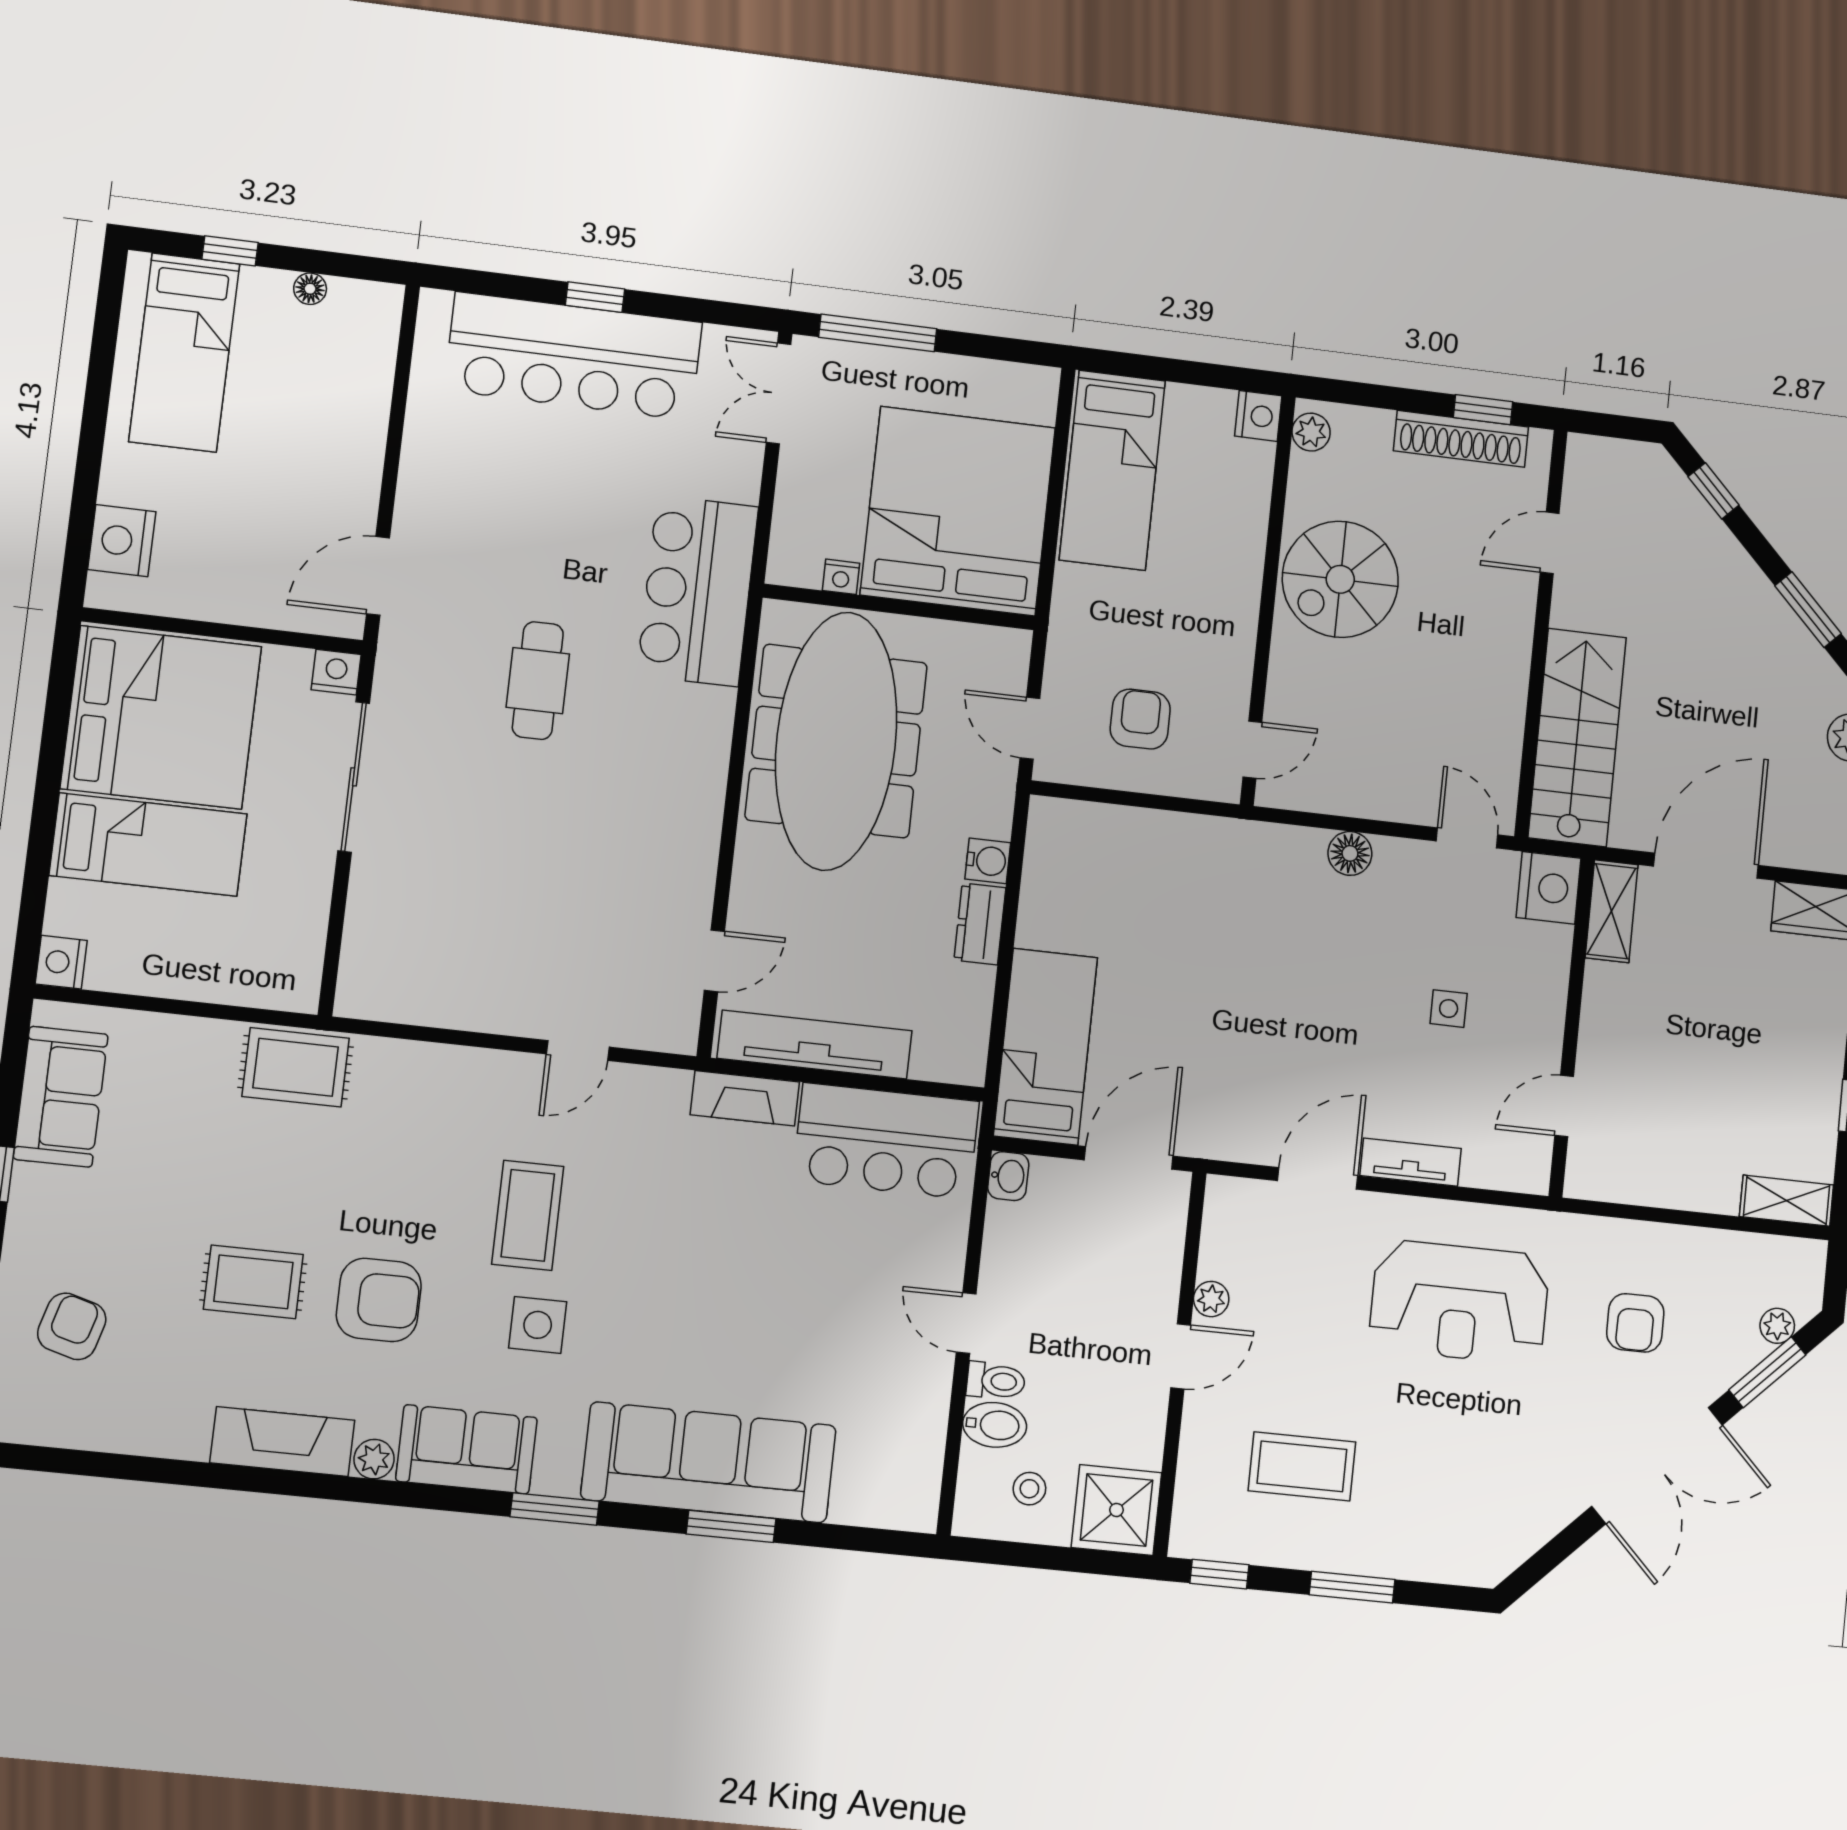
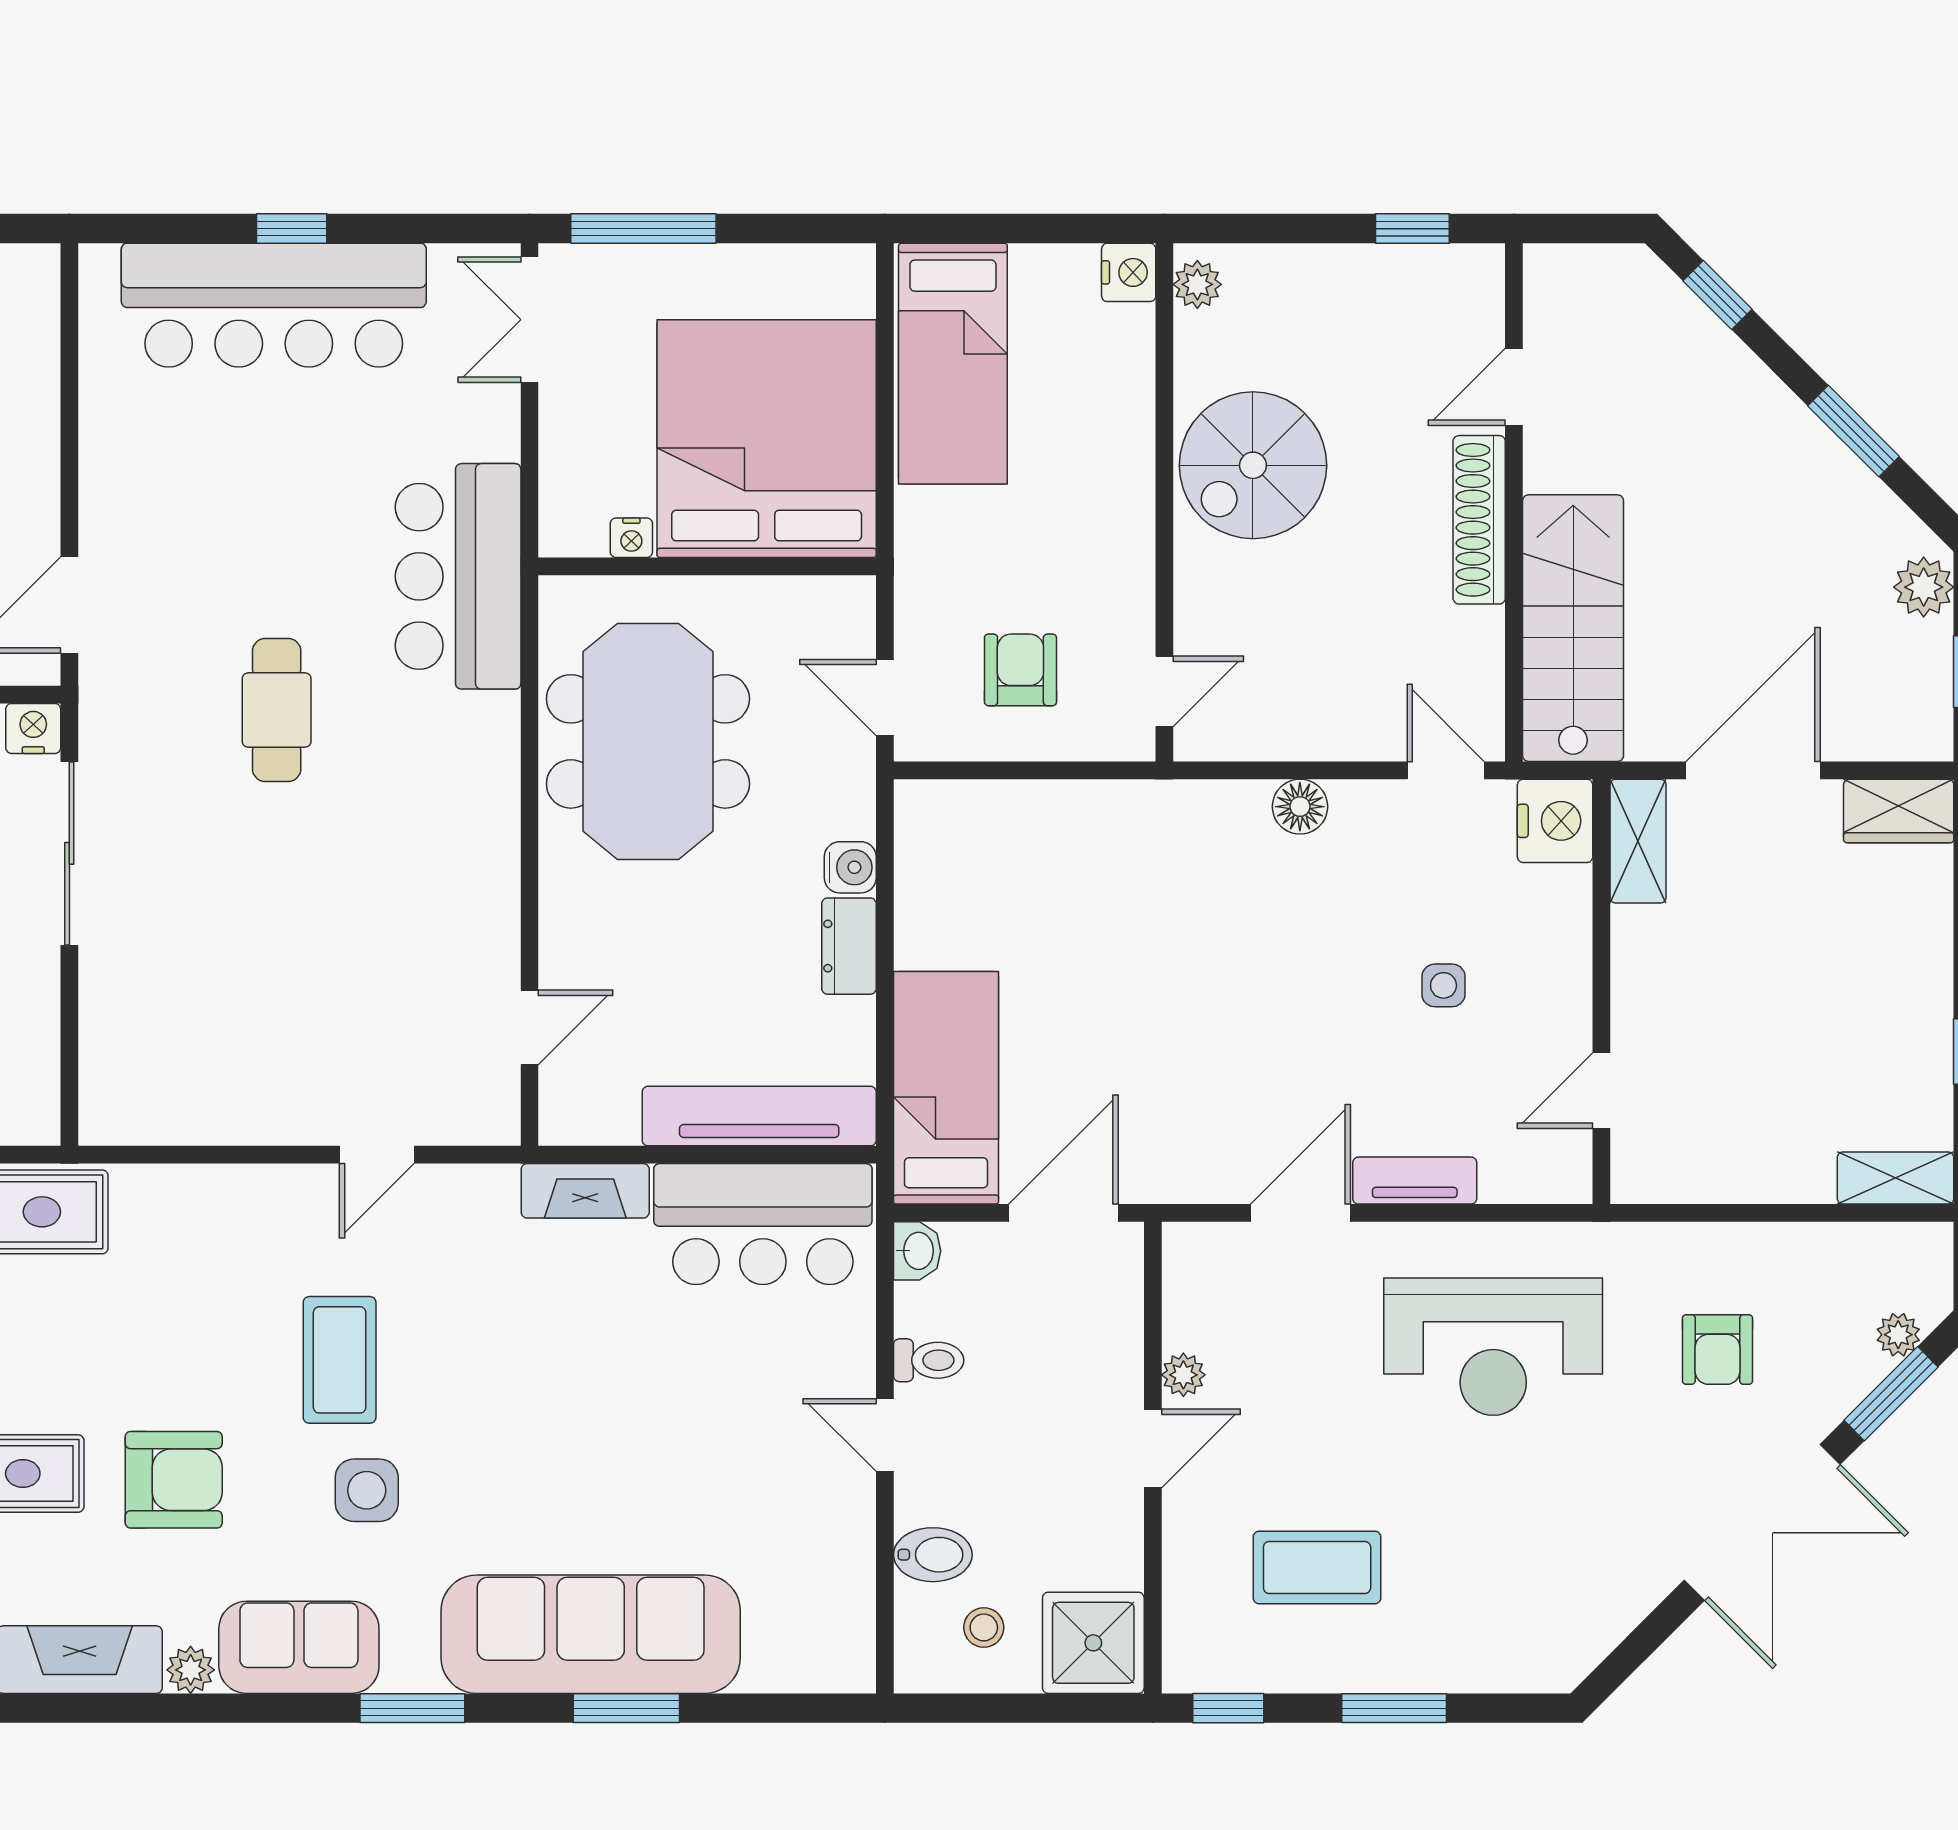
shoe rack: (1461, 439) -> (1479, 520), moved, turned 90
meeting table: (836, 741) -> (648, 741), width x0.73
tv unit: (815, 1045) -> (759, 1116), moved
toilet: (996, 1381) -> (929, 1360), moved

